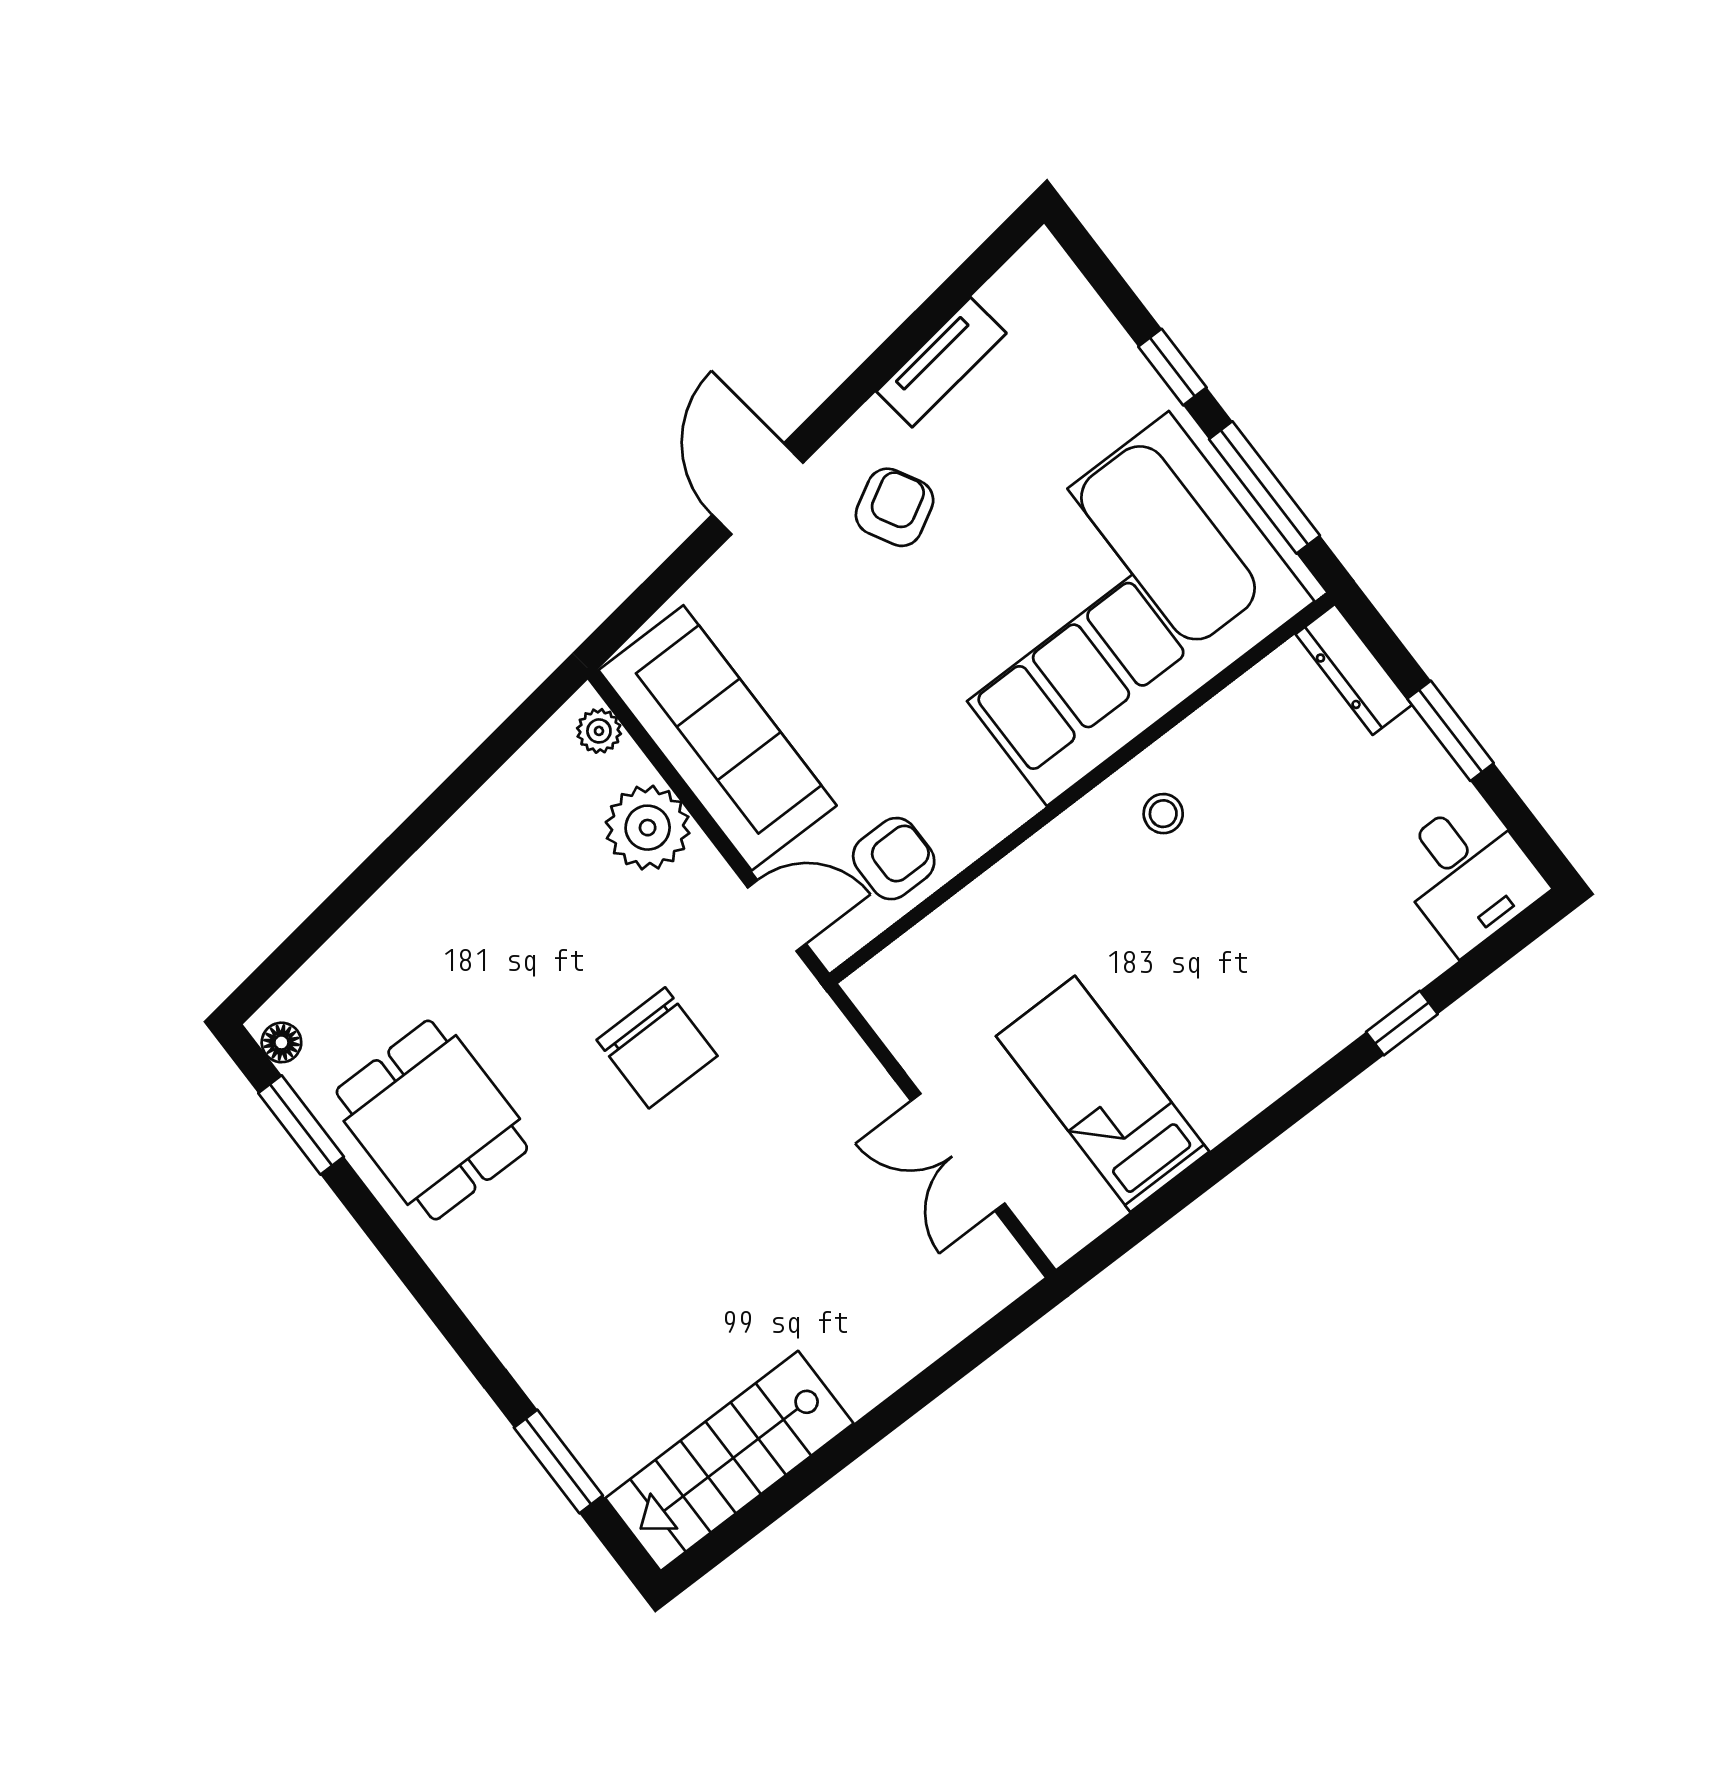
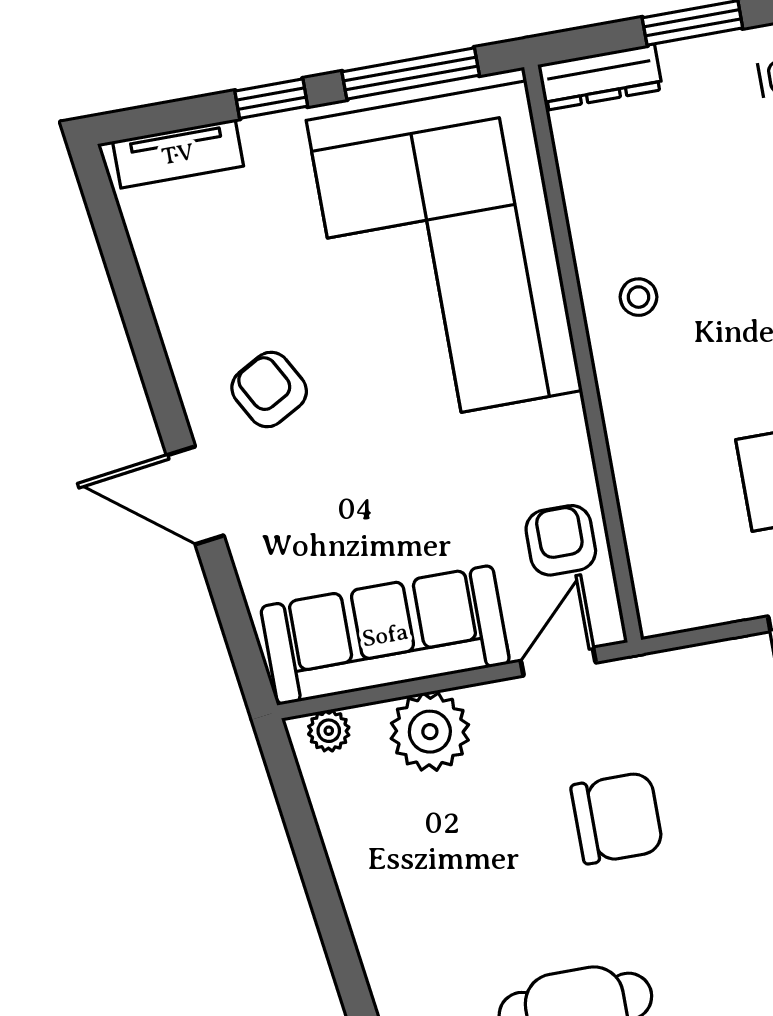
tv unit: (941, 362) -> (178, 154), moved, turned 98

